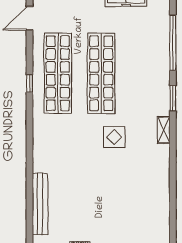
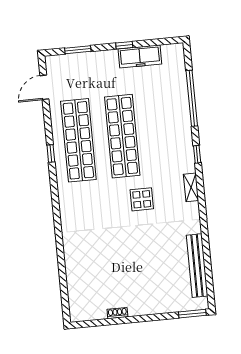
window: (173, 98) -> (197, 154), width x0.67
bench: (40, 204) -> (197, 266), moved

